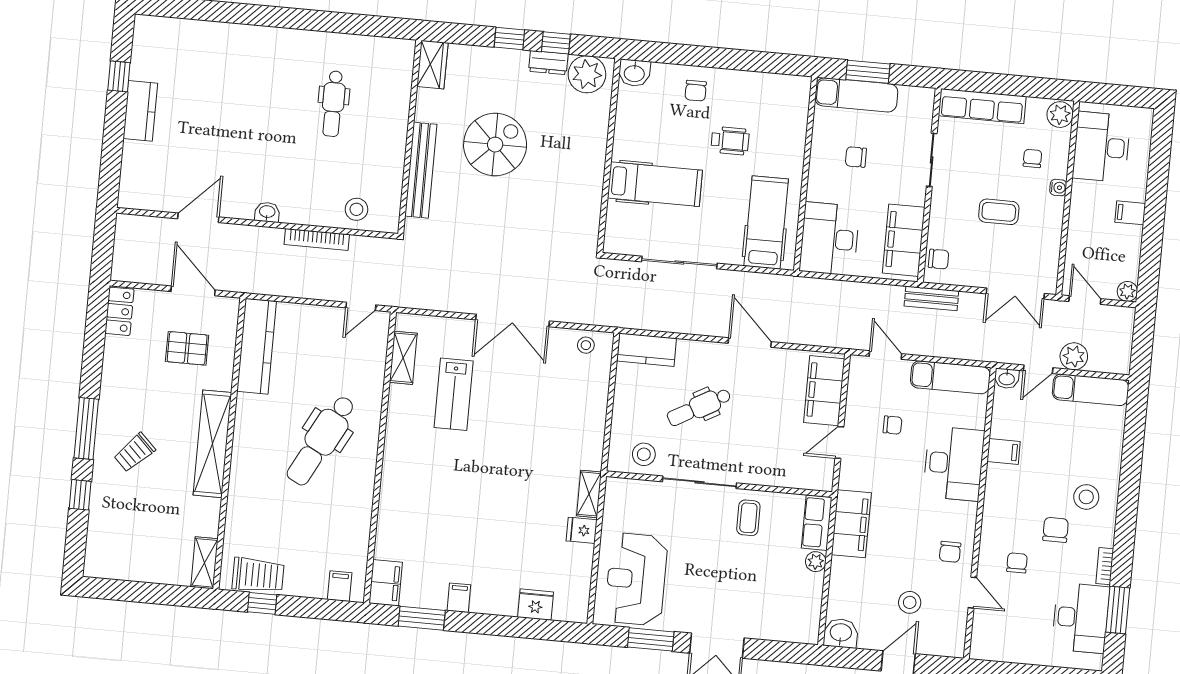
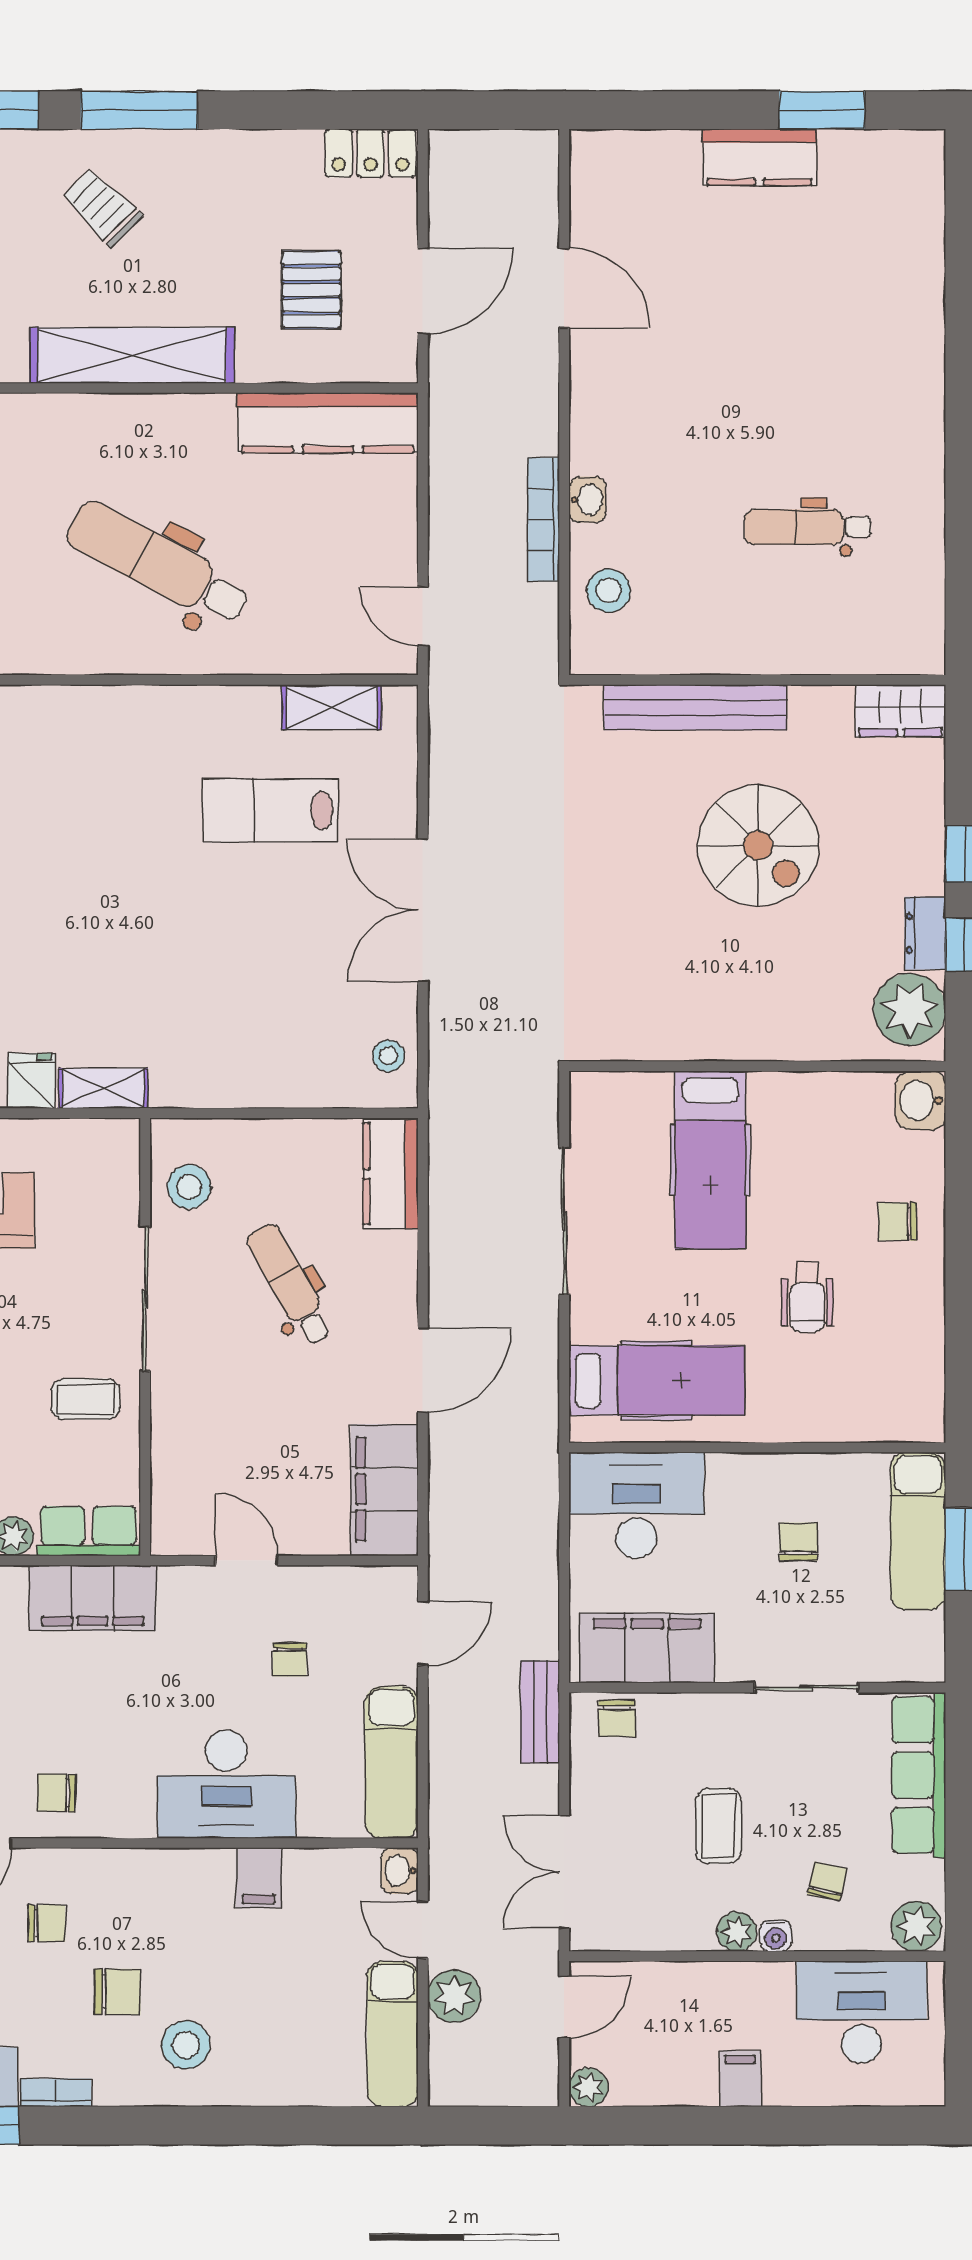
window: (119, 76) -> (822, 110), width x1.50
chair: (1032, 158) -> (827, 1881), turned -78
plant: (1054, 207) -> (737, 1932), added
washbasin: (267, 212) -> (587, 500), moved
filing cabinet: (824, 391) -> (384, 1489), moved, turned -90

